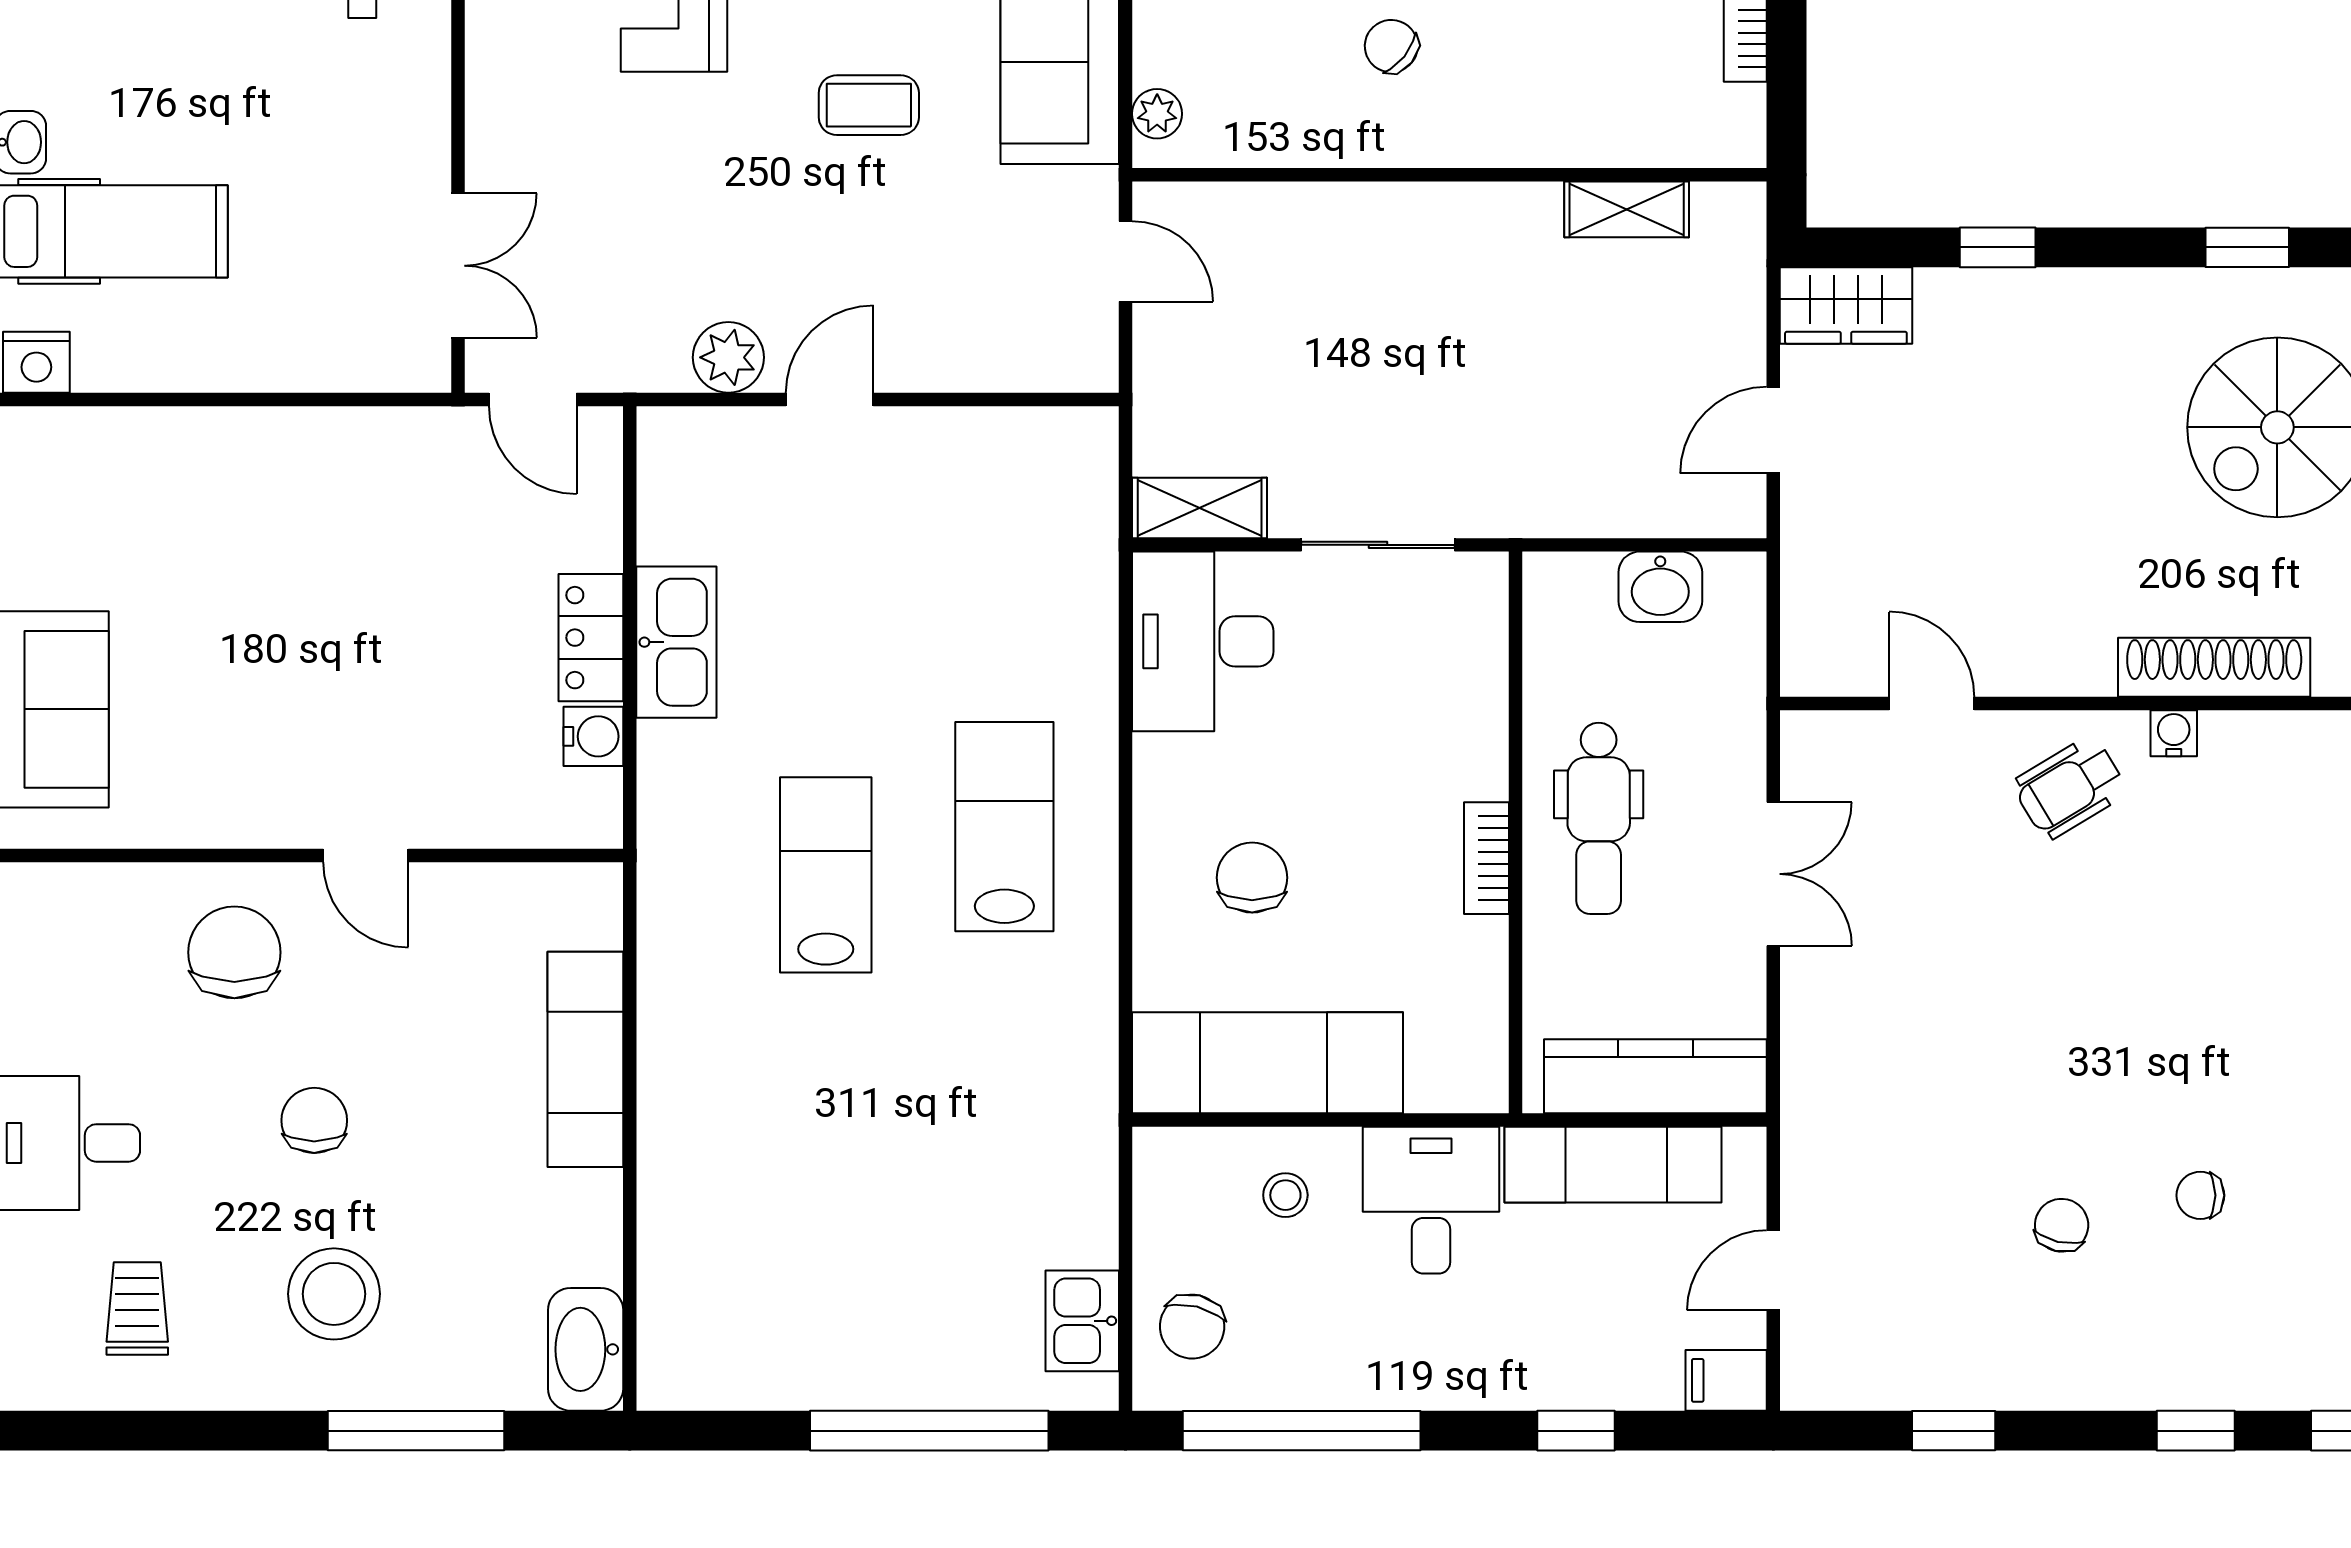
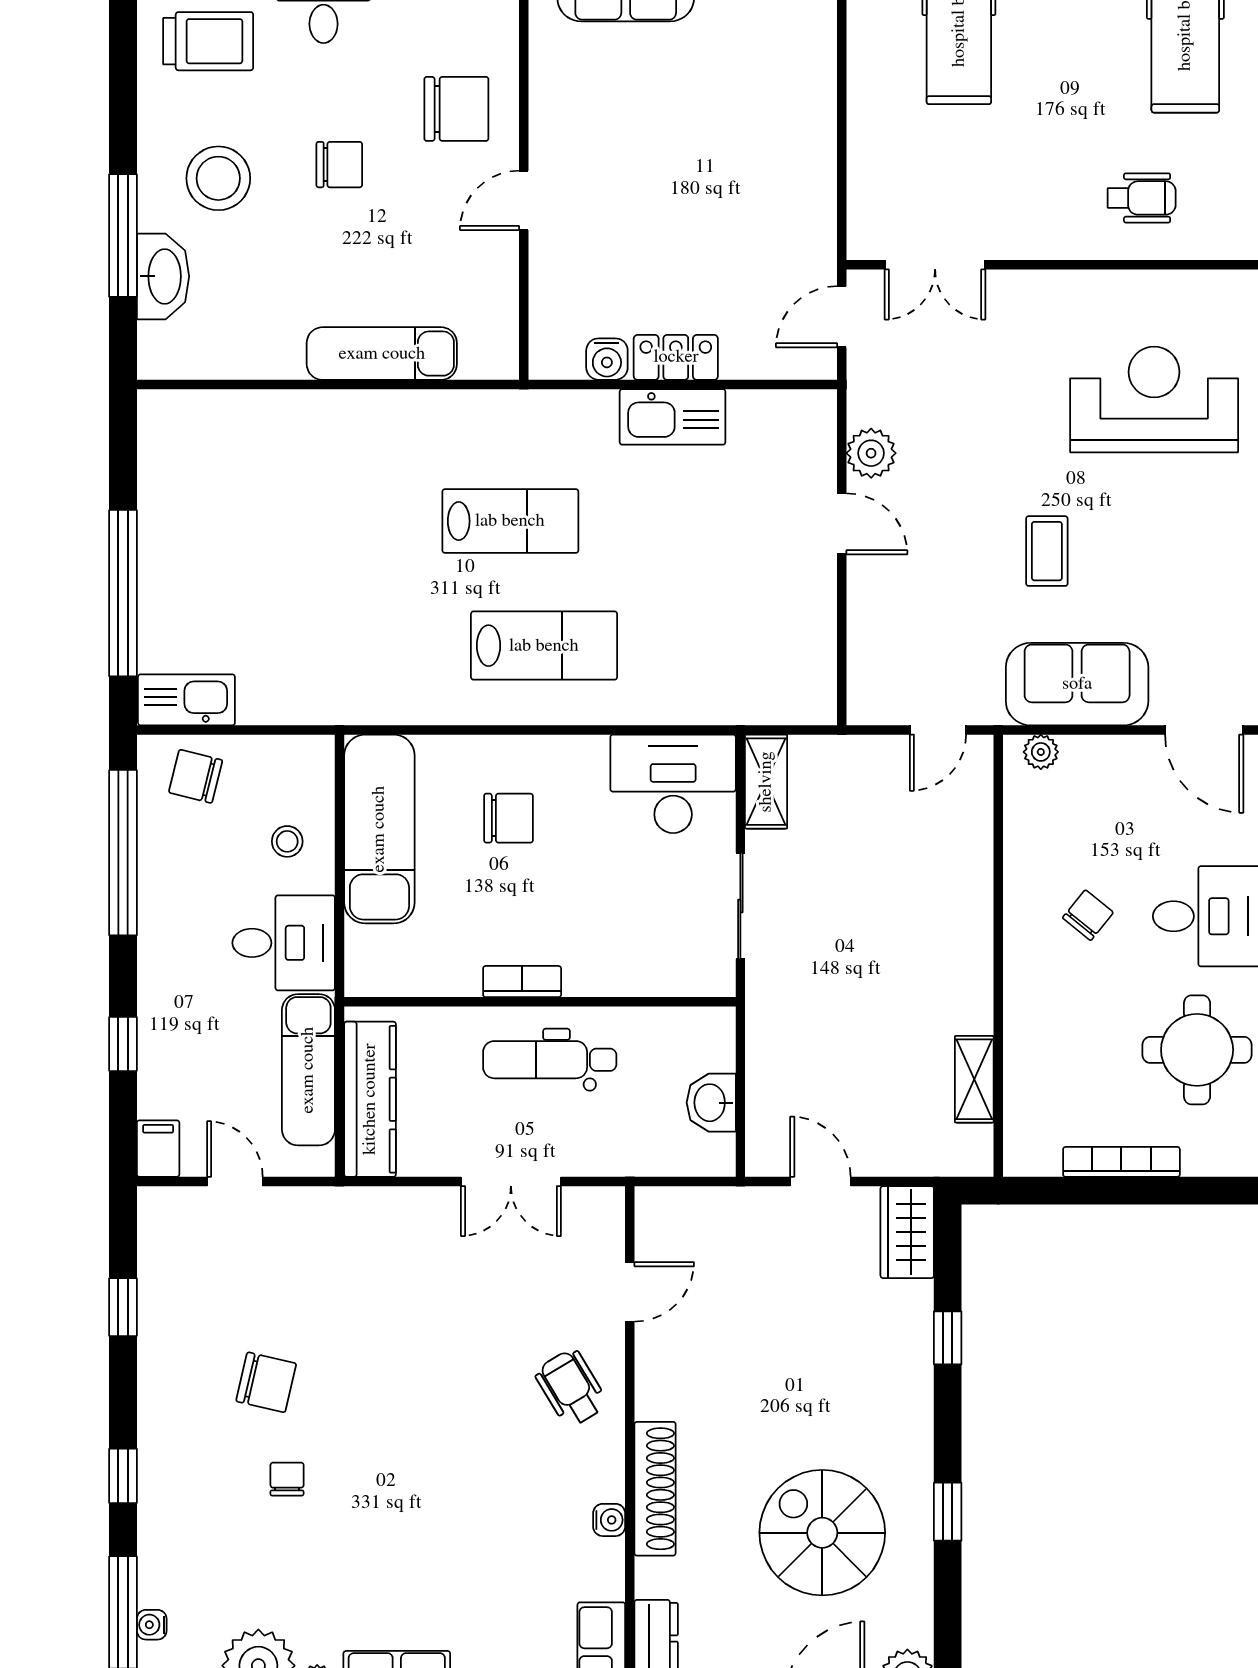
water cooler: (2174, 733) -> (609, 1520), moved
chair: (2062, 1225) -> (266, 1382), width x1.37, depth x1.37
trolley: (137, 1309) -> (208, 41), width x1.36, depth x1.39
kitchen sink: (1082, 1321) -> (186, 700), width x1.38
washbasin: (586, 1349) -> (163, 276), moved, turned 90

